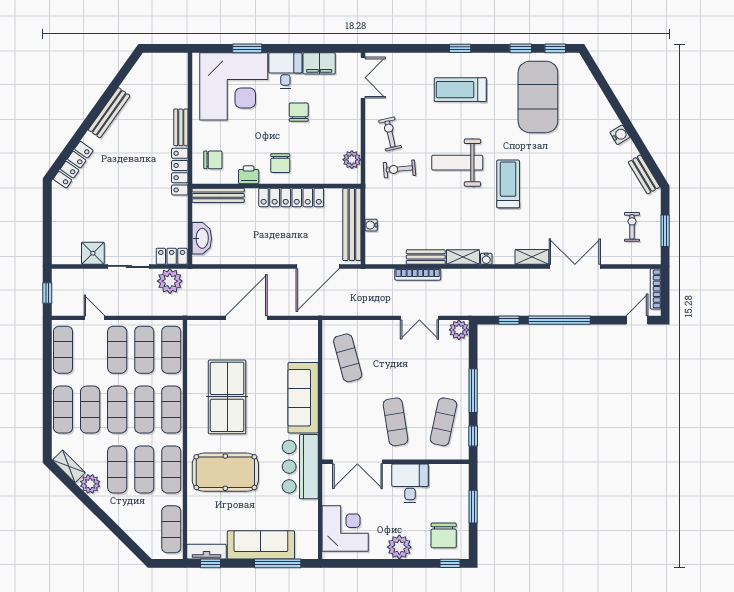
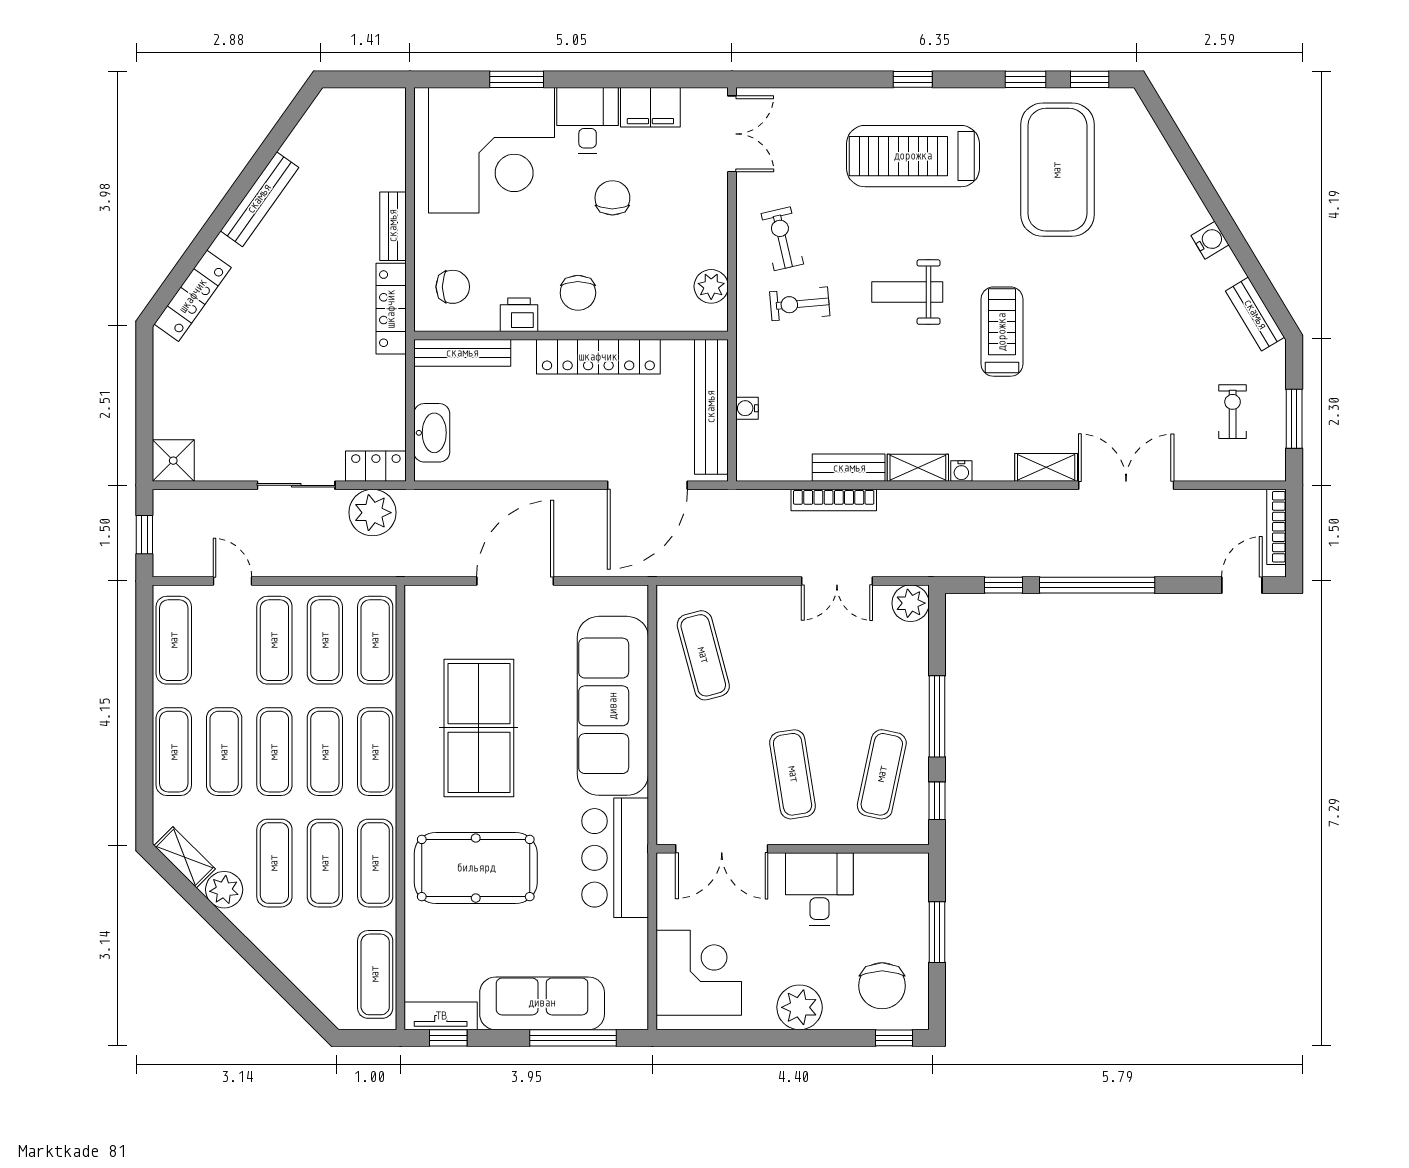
treadmill: (460, 90) -> (913, 156), width x1.37, depth x1.38
weight bench: (457, 163) -> (907, 292), width x0.73, depth x0.75
shower: (93, 253) -> (173, 461), moved
sofa: (303, 398) -> (613, 706), width x1.36, depth x1.27

